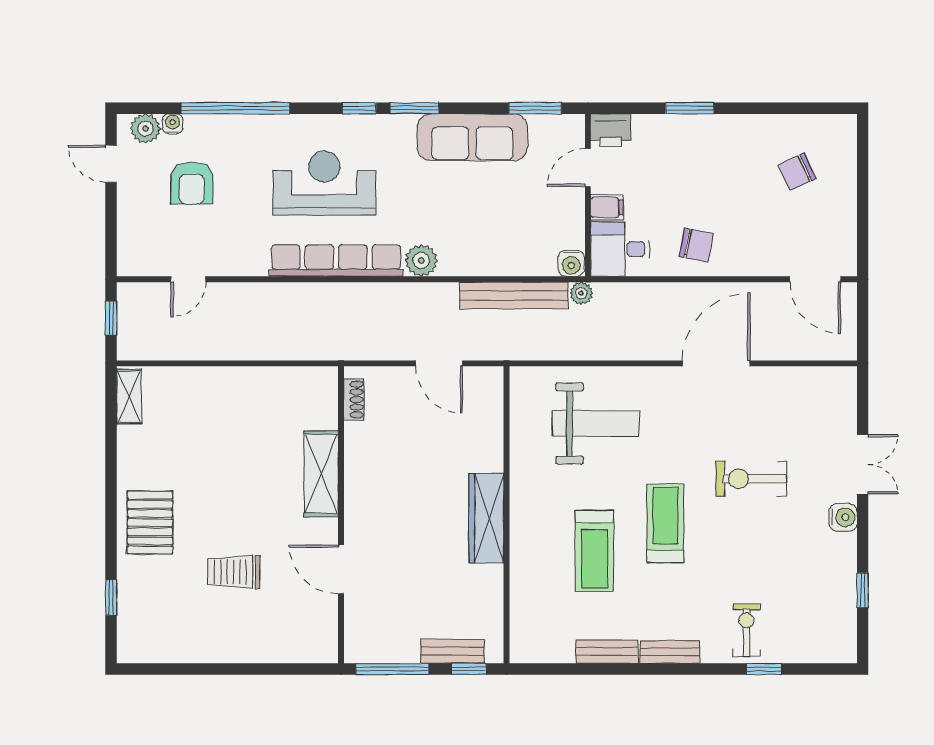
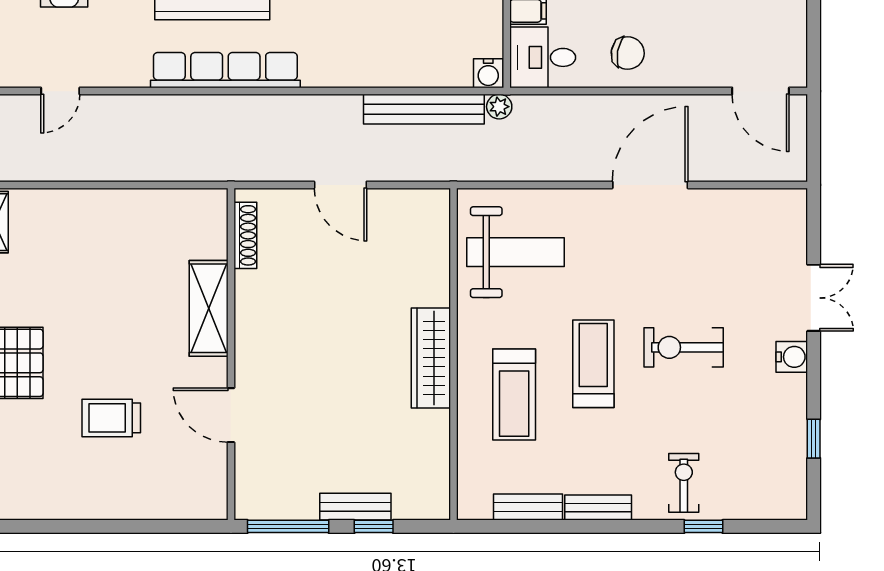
plant: (421, 260) -> (321, 70), removed
shoe rack: (354, 400) -> (245, 235), width x1.43
exercise bike: (751, 479) -> (684, 347), moved
wall: (506, 515) -> (453, 354), moved
wardrobe: (486, 518) -> (431, 358), moved

